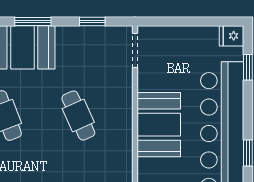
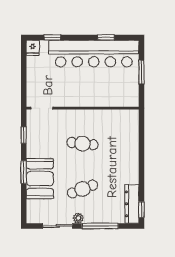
cafe table: (78, 116) -> (83, 144), turned 30
booth: (159, 125) -> (88, 93), removed

